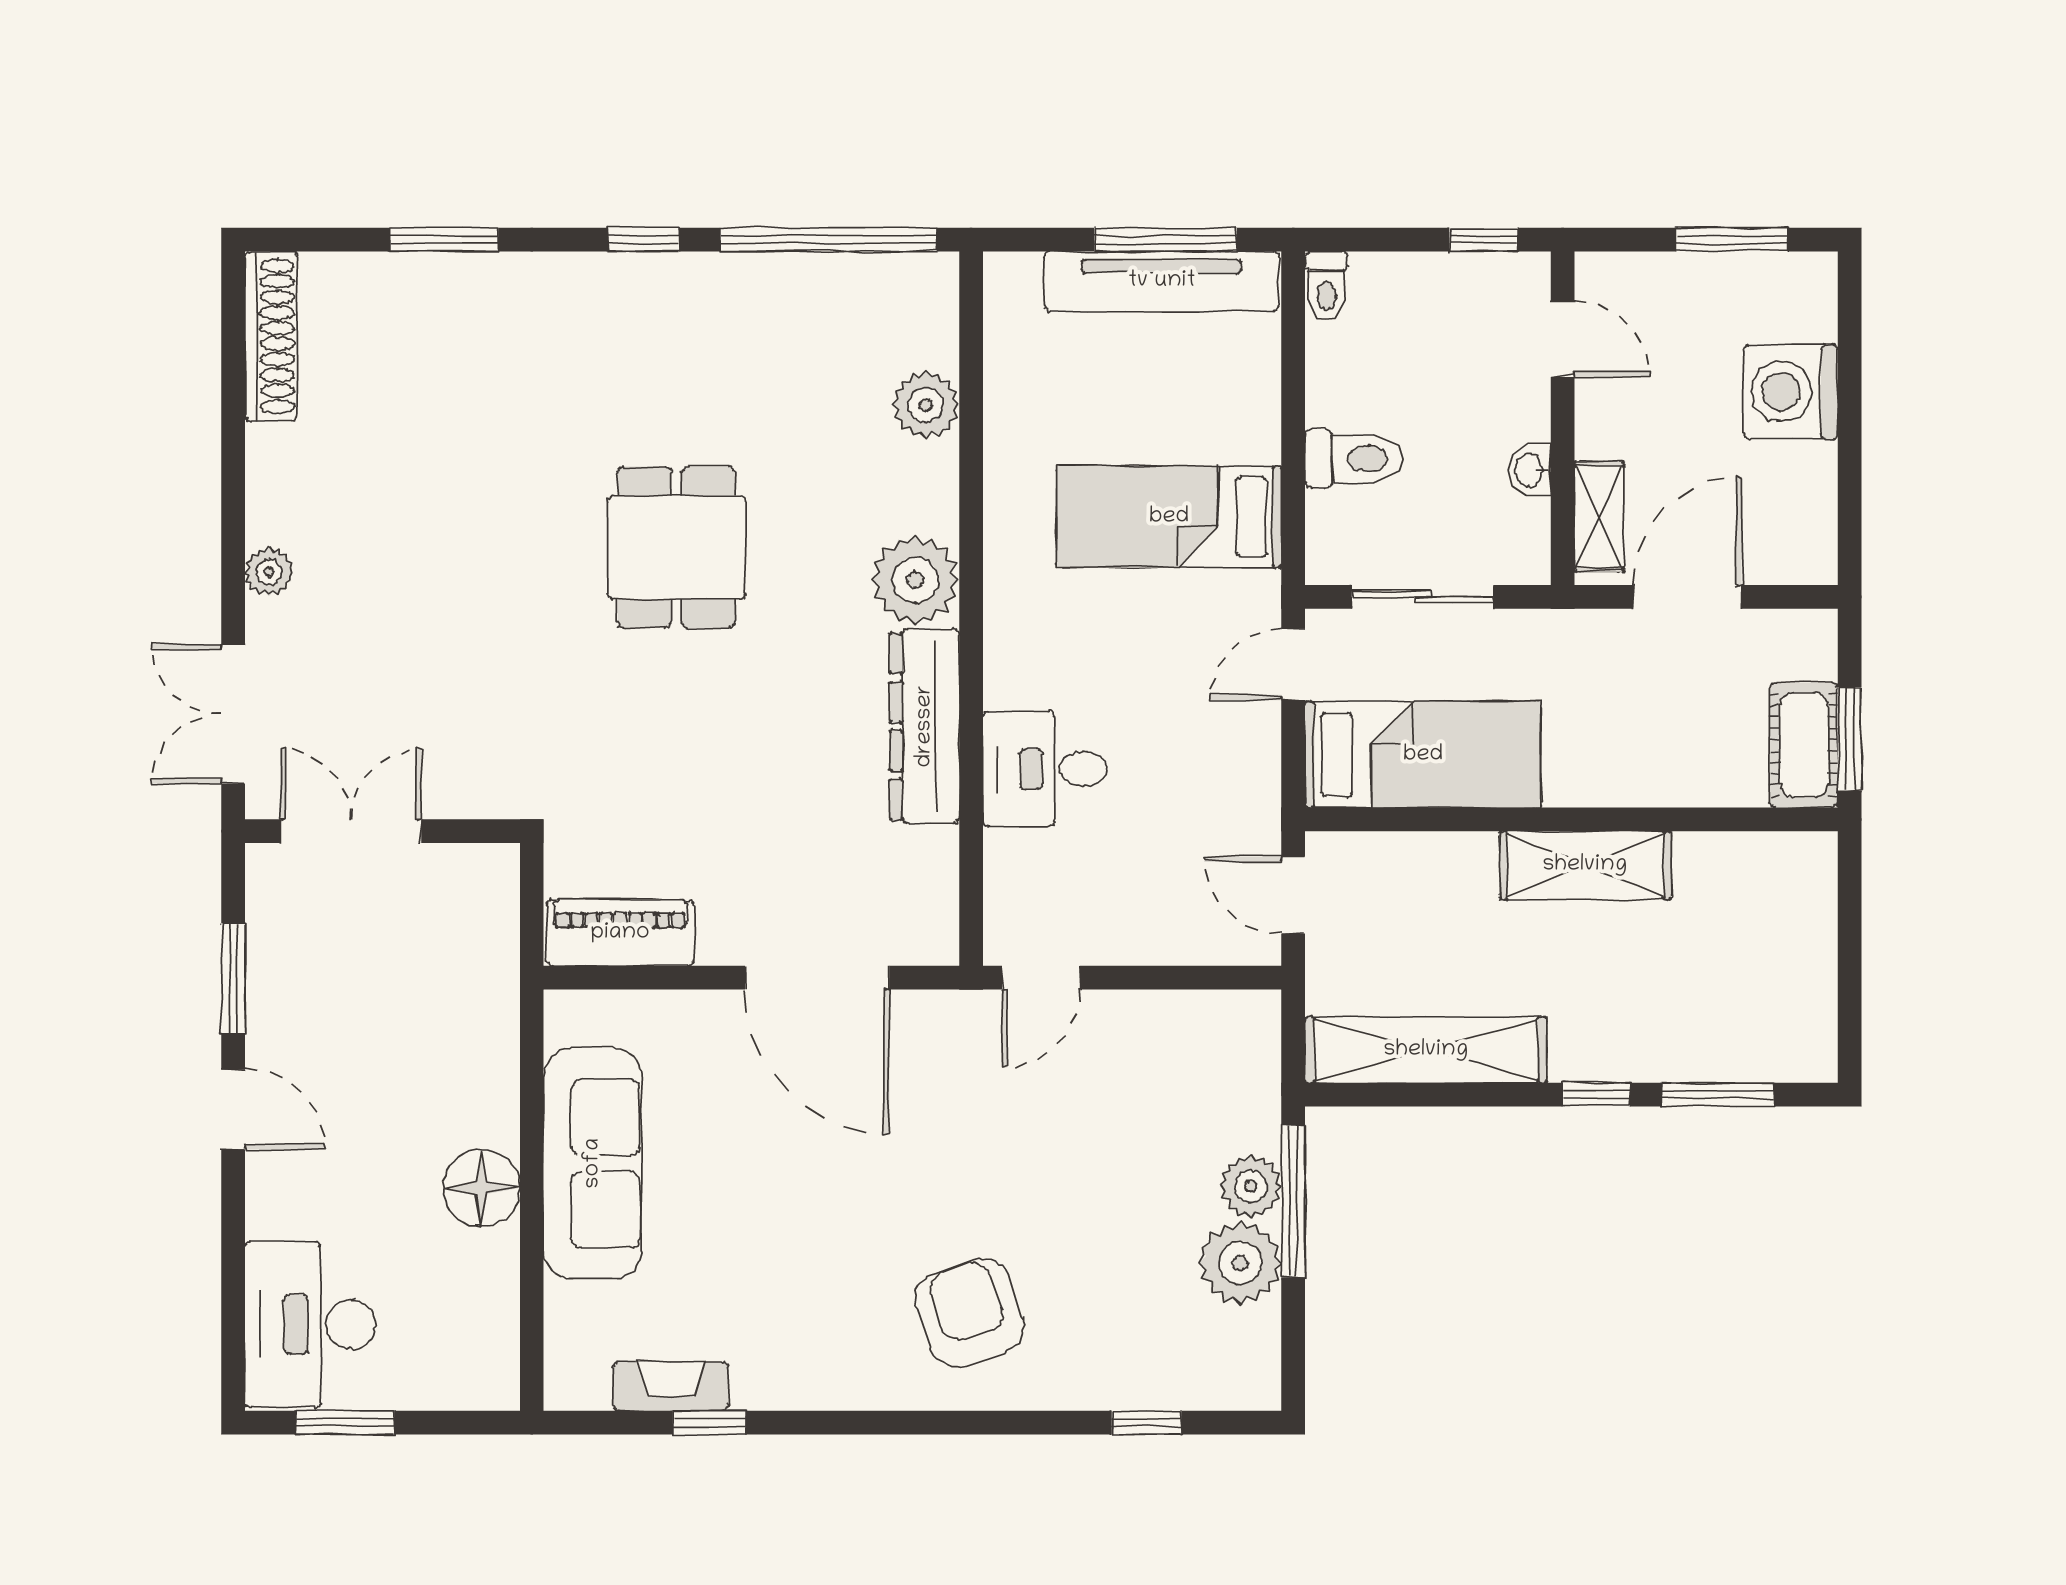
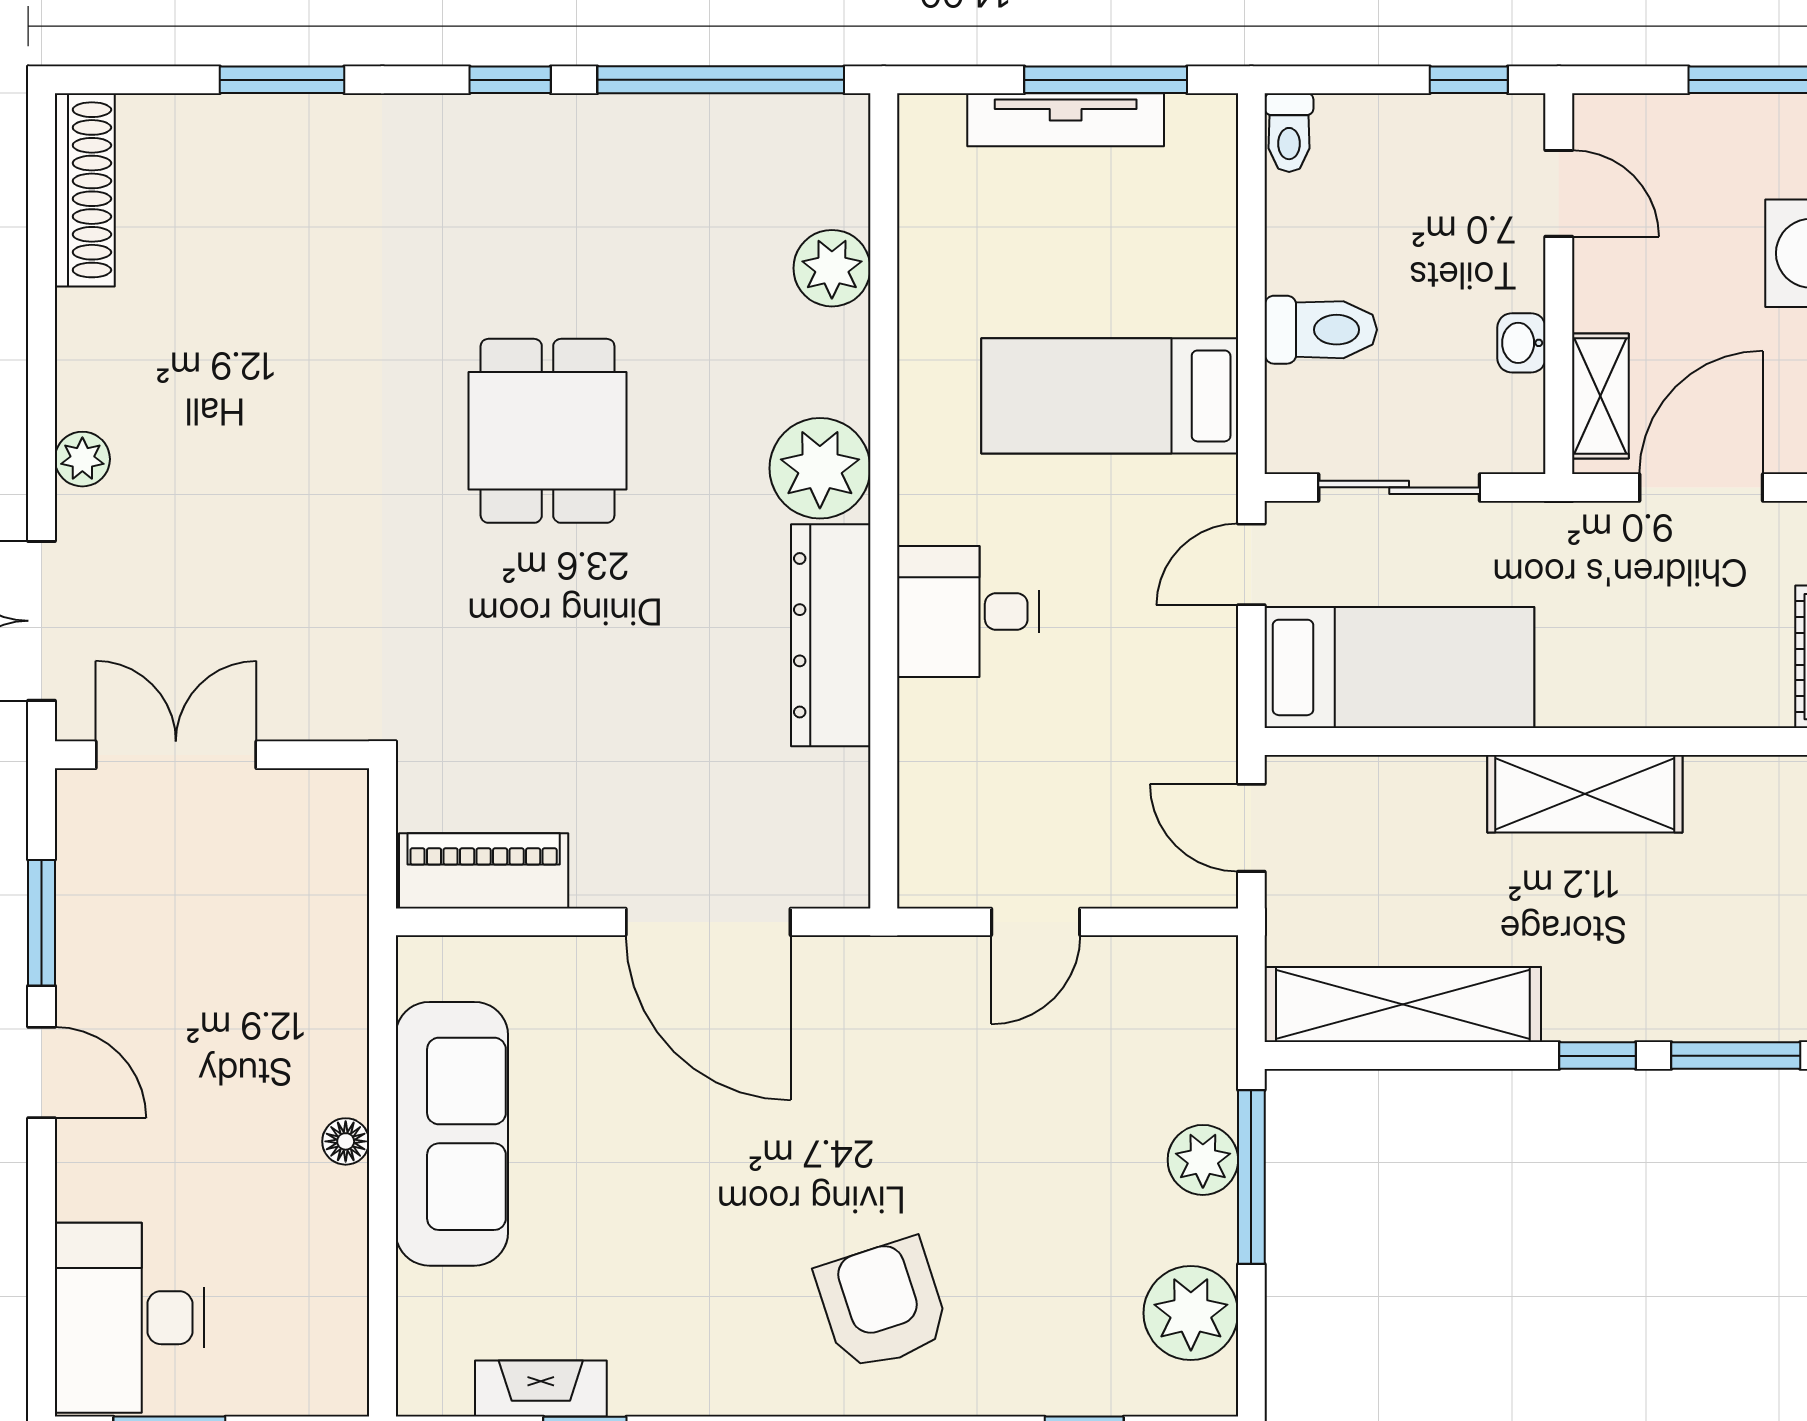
tv unit: (1162, 281) -> (1066, 120), width x0.73, depth x0.78
desk: (1045, 769) -> (968, 612), moved
door: (1041, 978) -> (1036, 922), moved
floor lamp: (481, 1188) -> (346, 1141), width x0.53, depth x0.53
plant: (1240, 1263) -> (1191, 1313), moved

